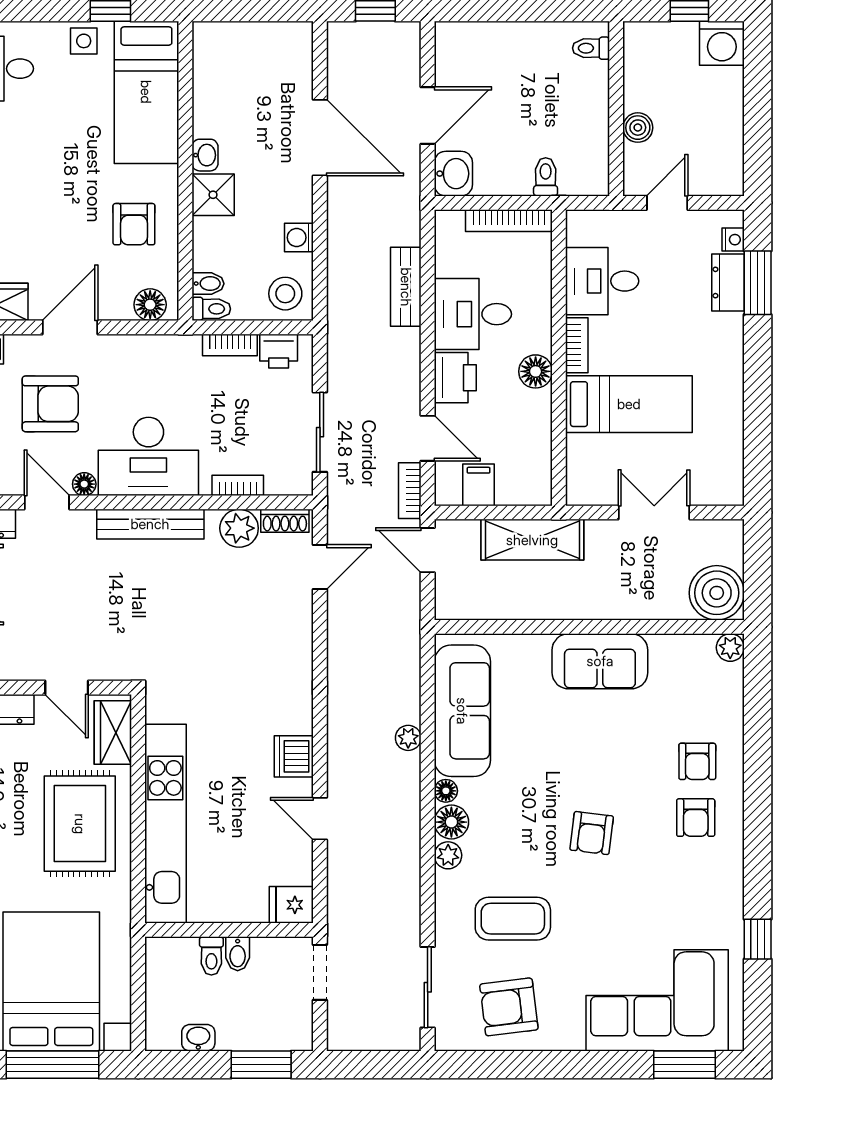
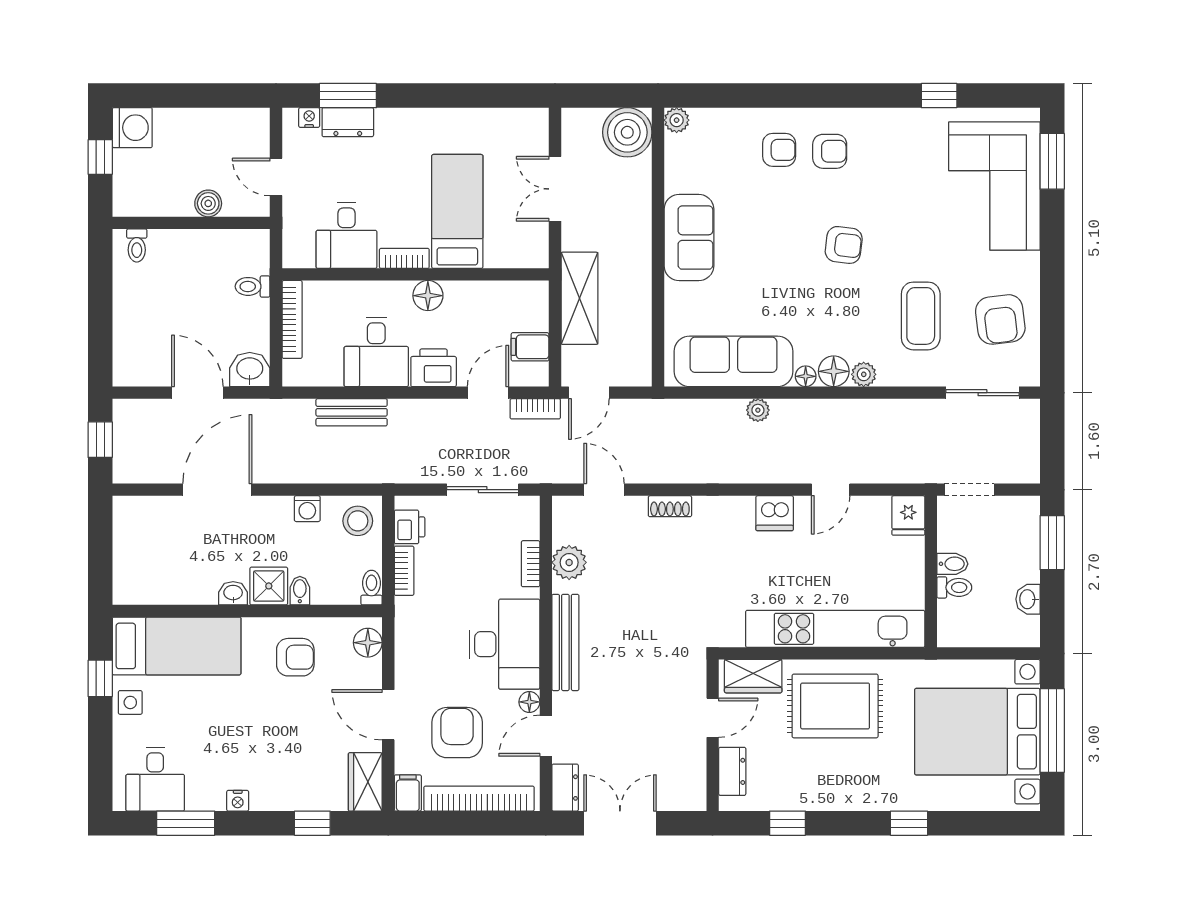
bidet: (208, 284) -> (300, 591), moved
shoe rack: (285, 521) -> (670, 506), moved, turned 90

